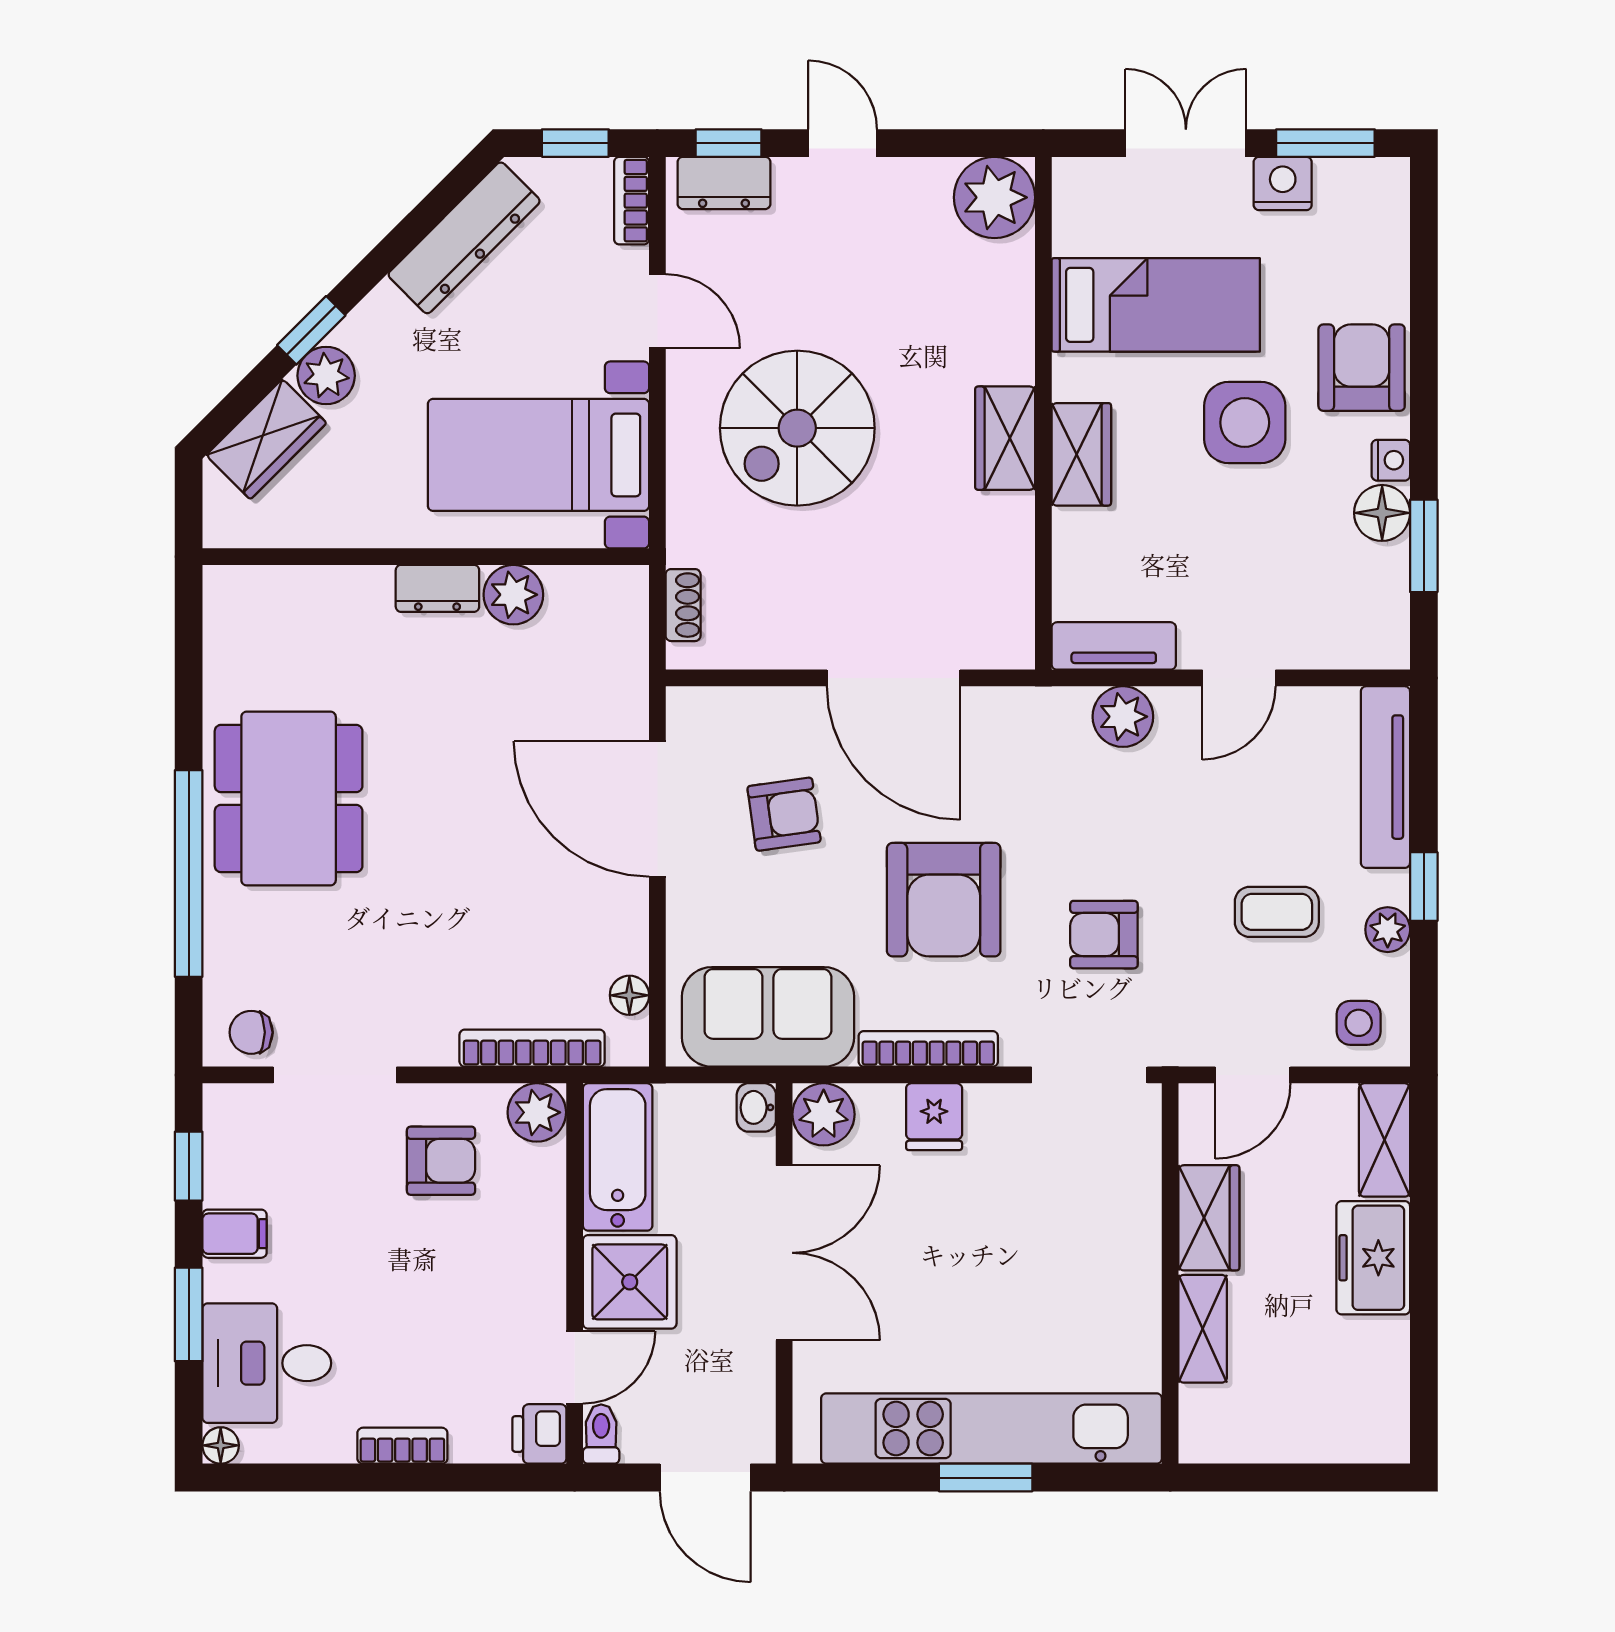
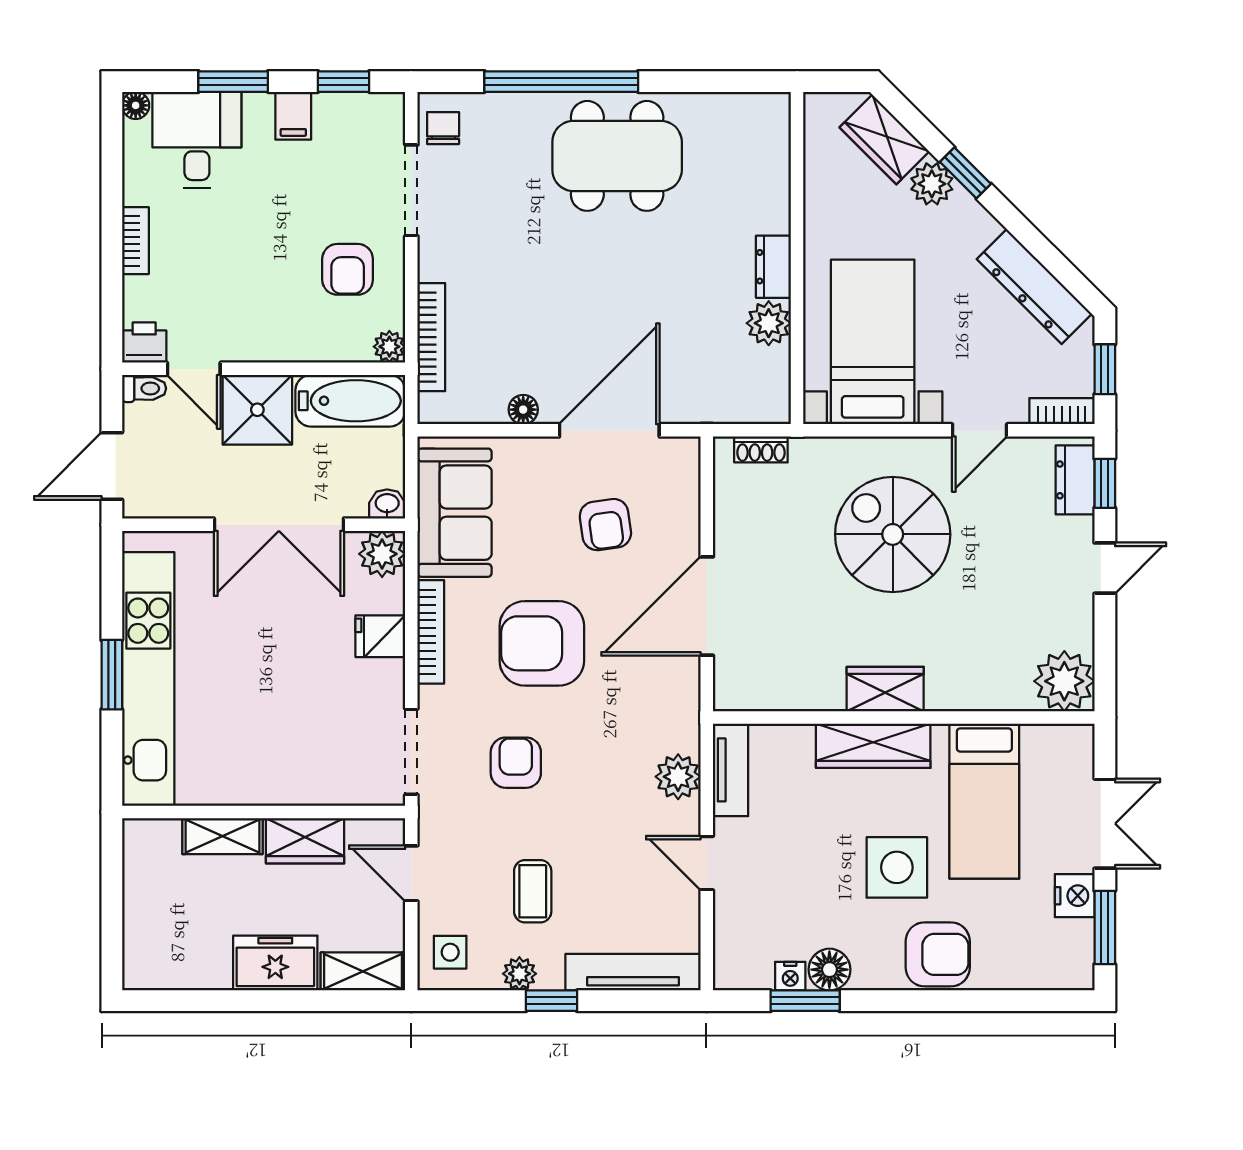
wardrobe: (1081, 454) -> (873, 746), width x1.50
nightstand: (1391, 460) -> (790, 976), moved
floor lamp: (629, 995) -> (523, 410), moved
plant: (537, 1112) -> (389, 347), width x0.73, depth x0.73

